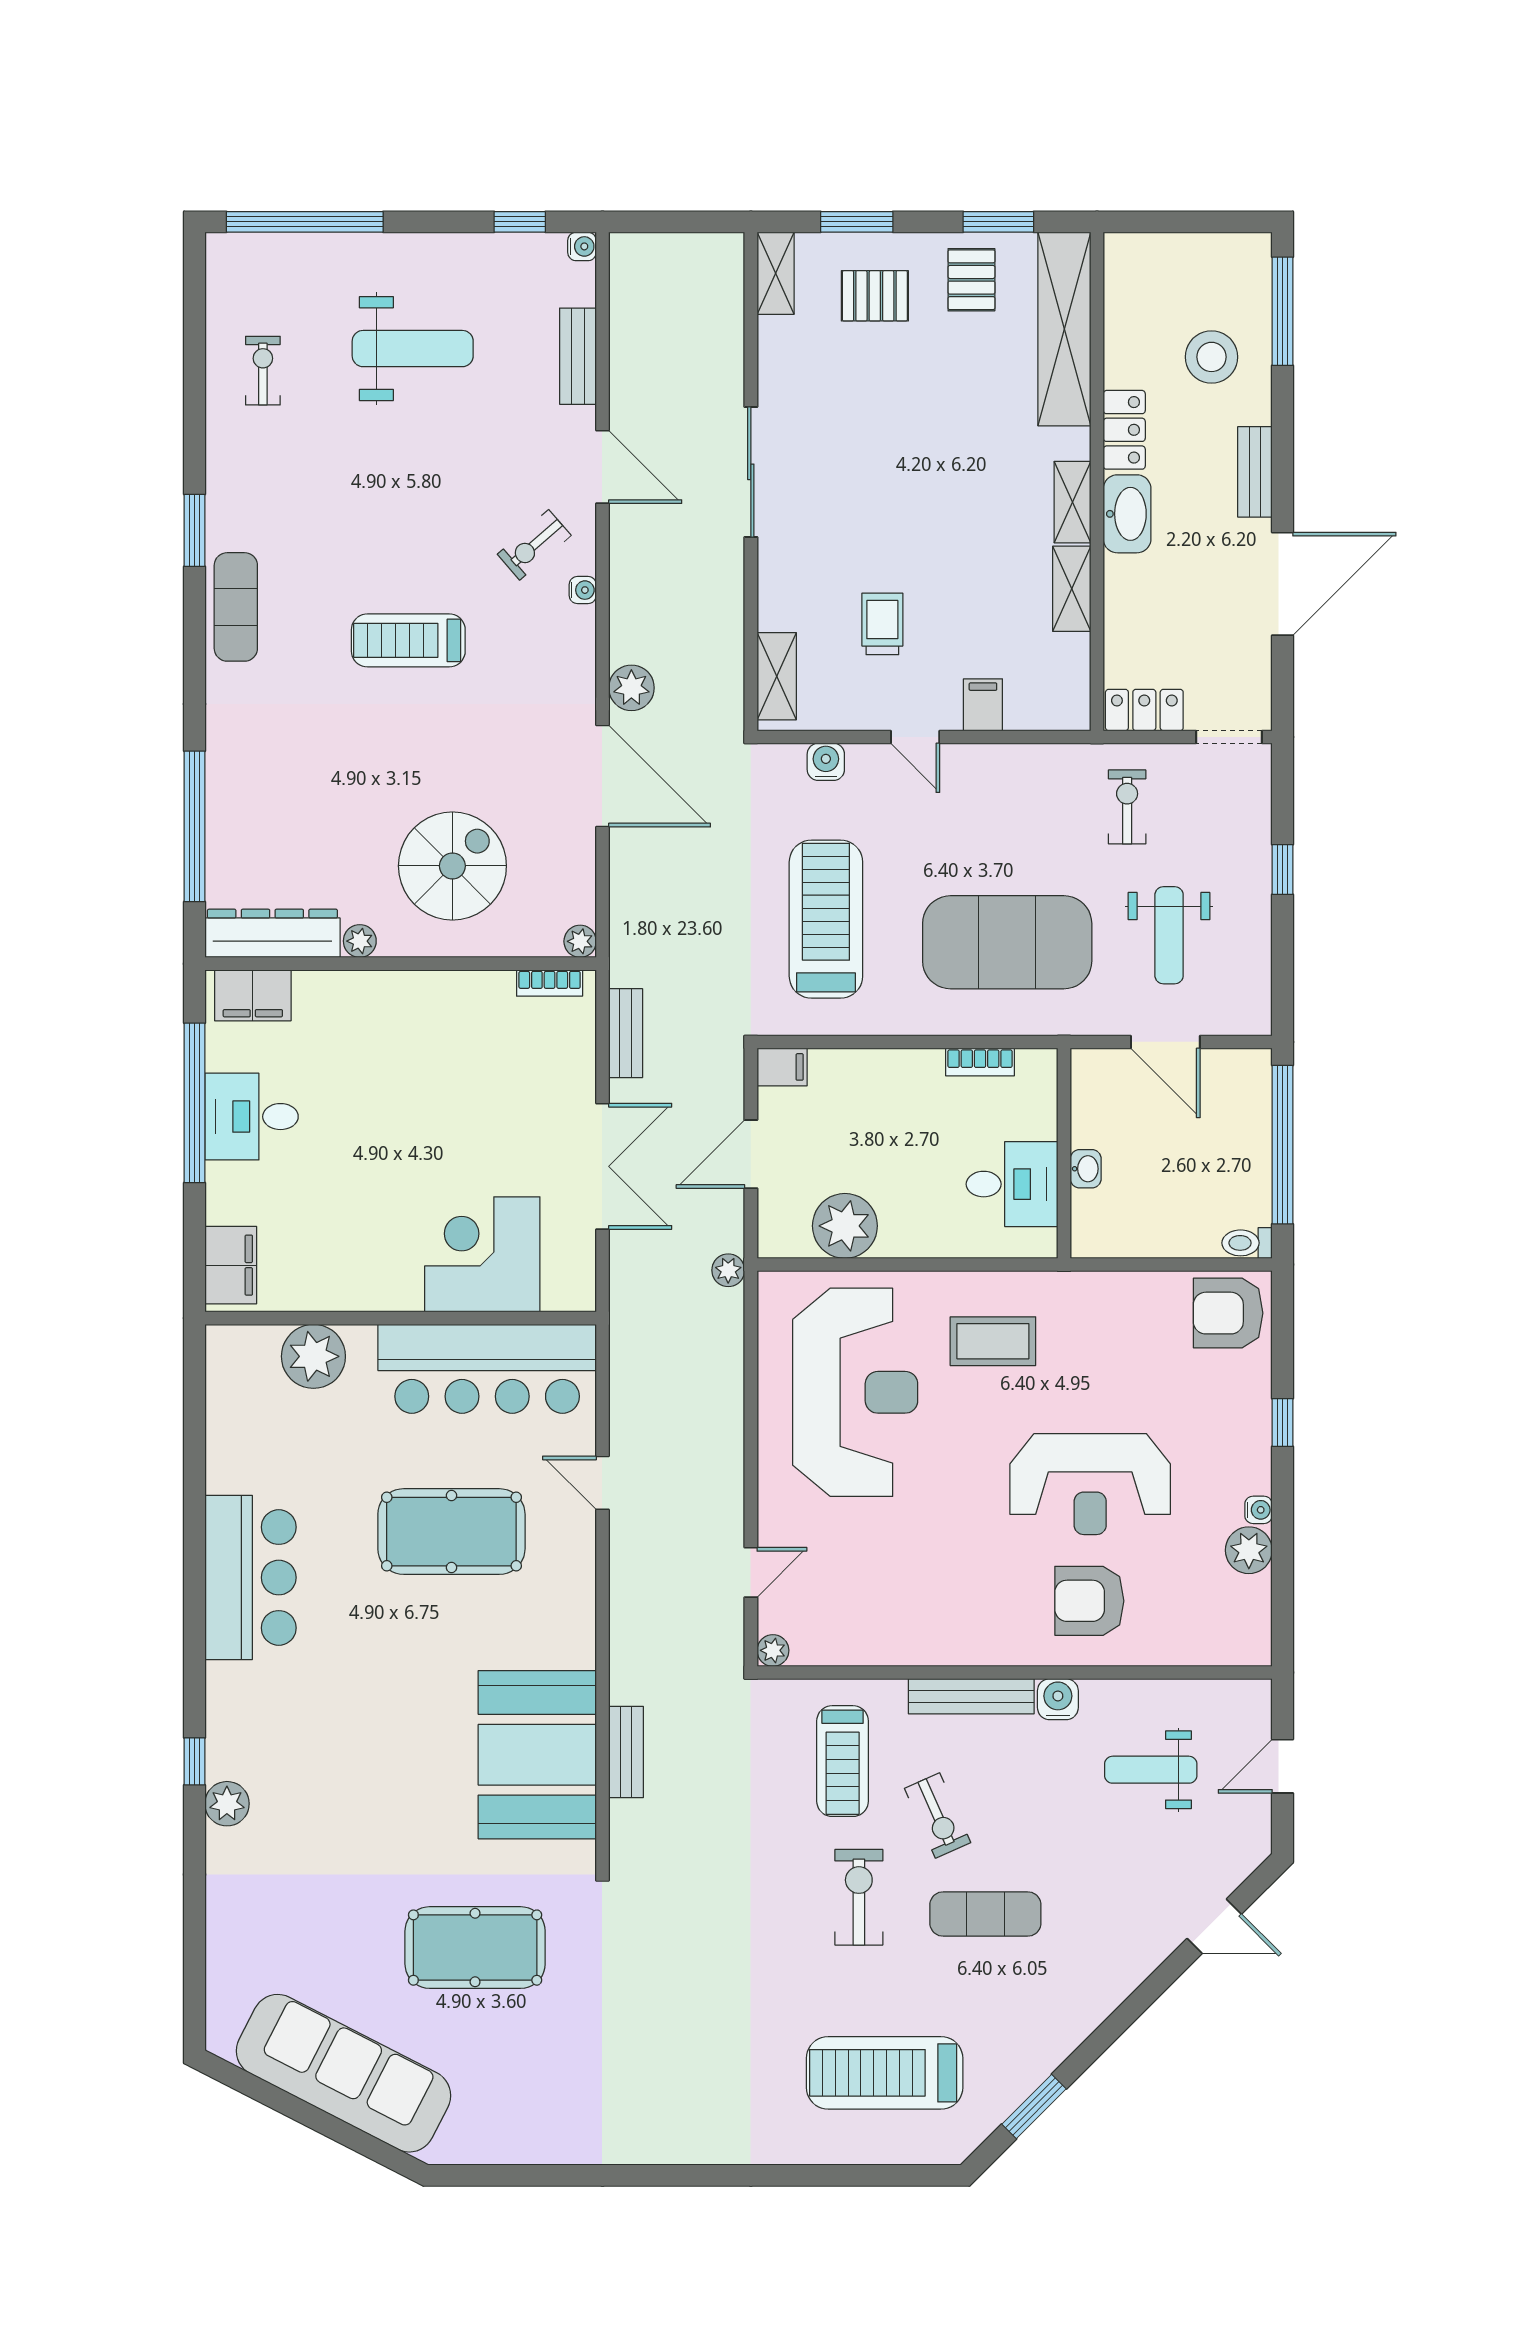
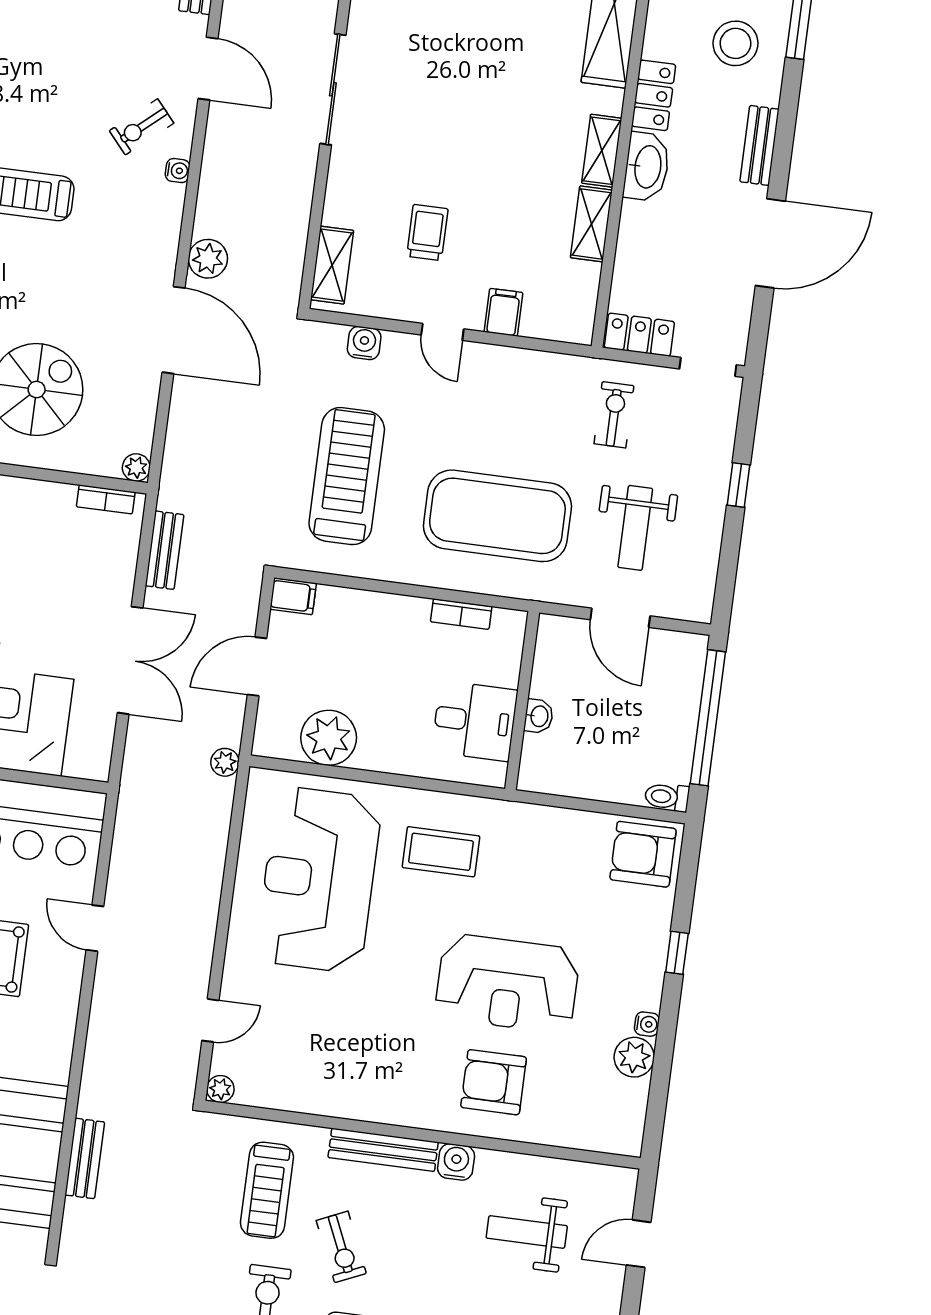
reception desk: (855, 1392) -> (319, 880), turned 180

